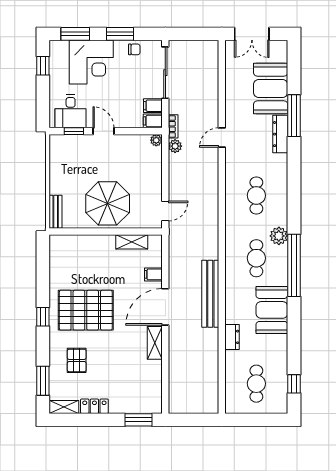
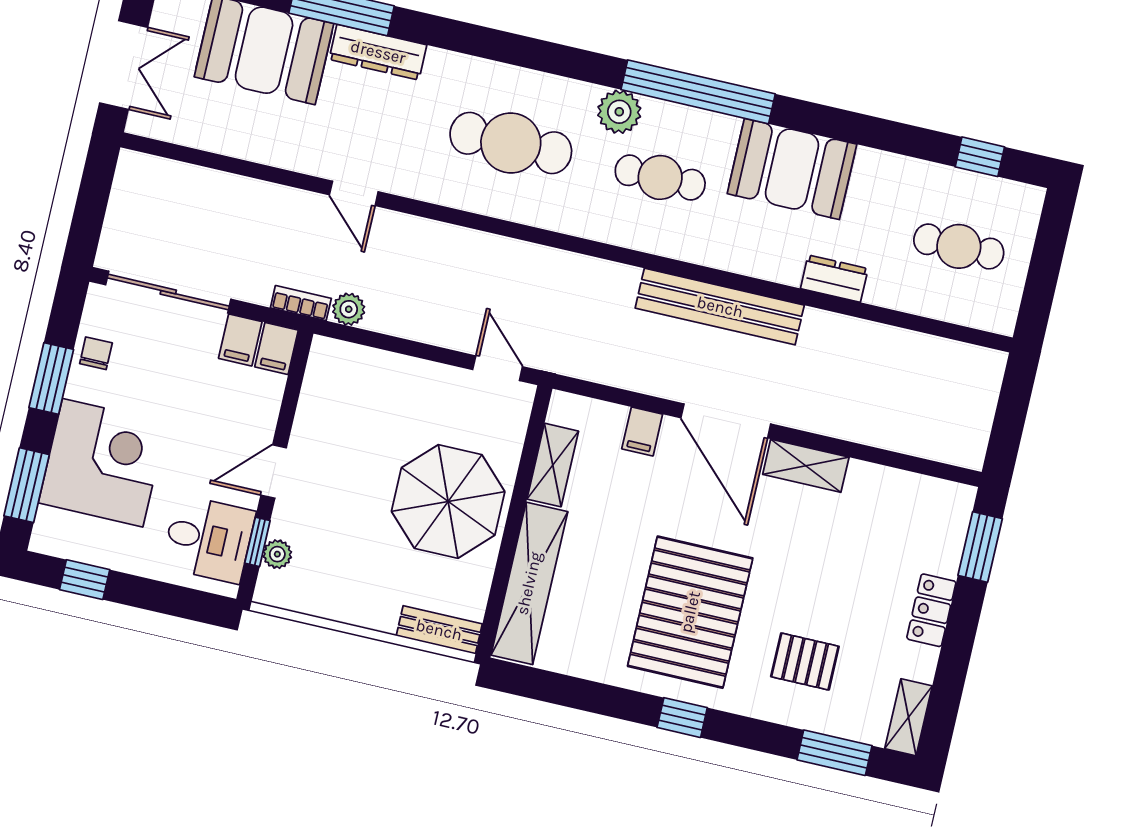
plant: (156, 140) -> (277, 554), moved
cafe table: (256, 195) -> (511, 143), width x1.37, depth x1.35
shelving: (82, 243) -> (529, 583), added
locker: (94, 406) -> (931, 610), moved

